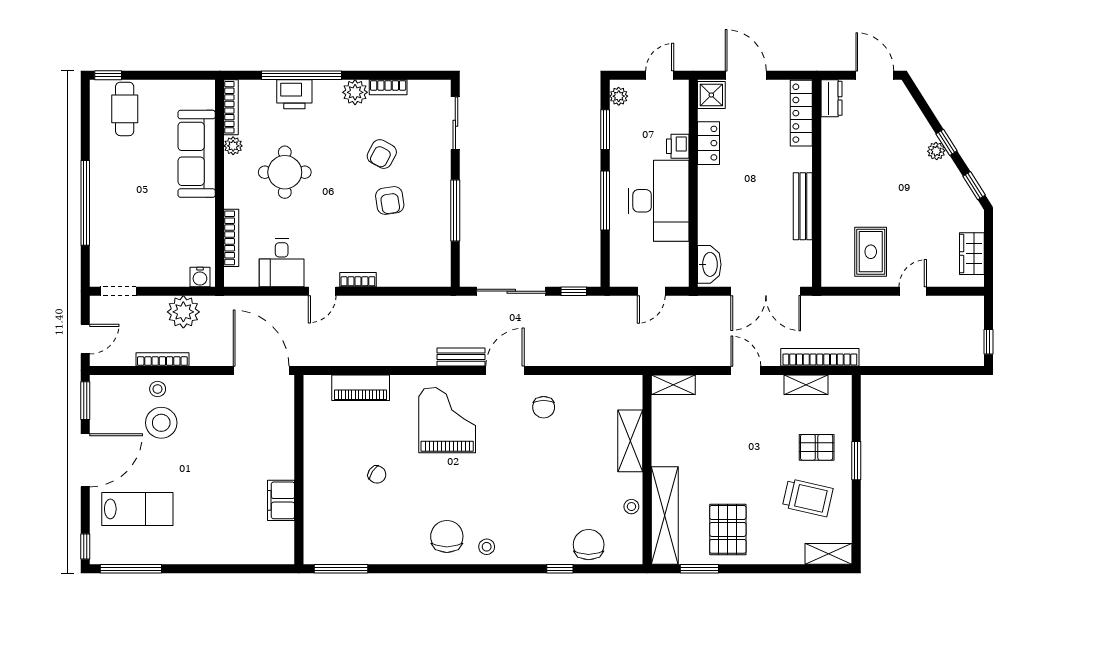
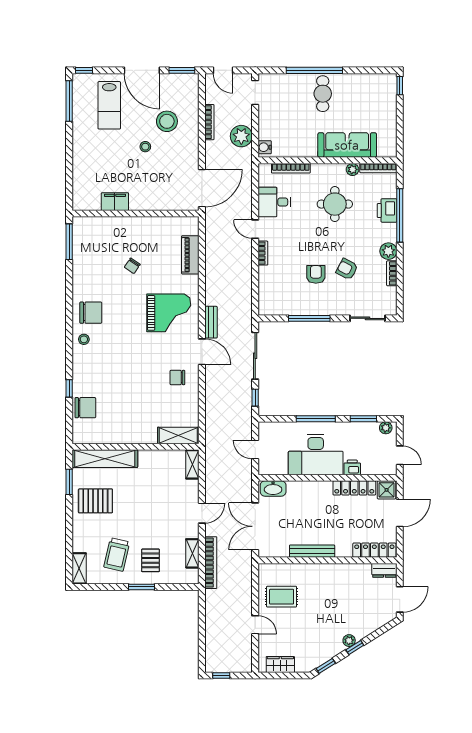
cafe table: (125, 109) -> (323, 94), moved, turned 90
locker: (708, 143) -> (354, 488), width x1.53
armchair: (390, 201) -> (316, 274), turned 99
stool: (158, 389) -> (145, 147), moved
shelving: (630, 441) -> (178, 436), moved
stool: (631, 507) -> (111, 436), removed

